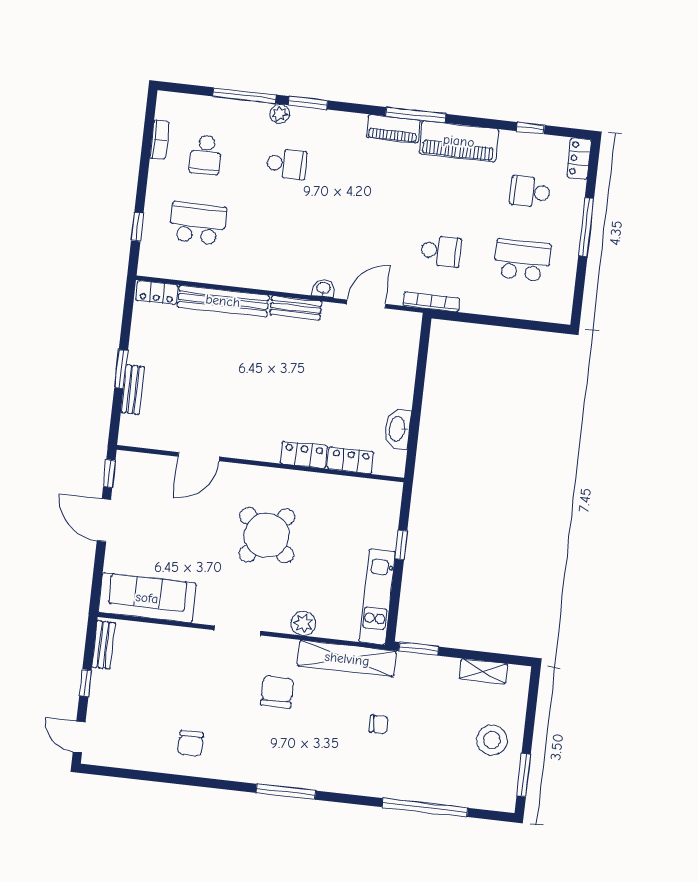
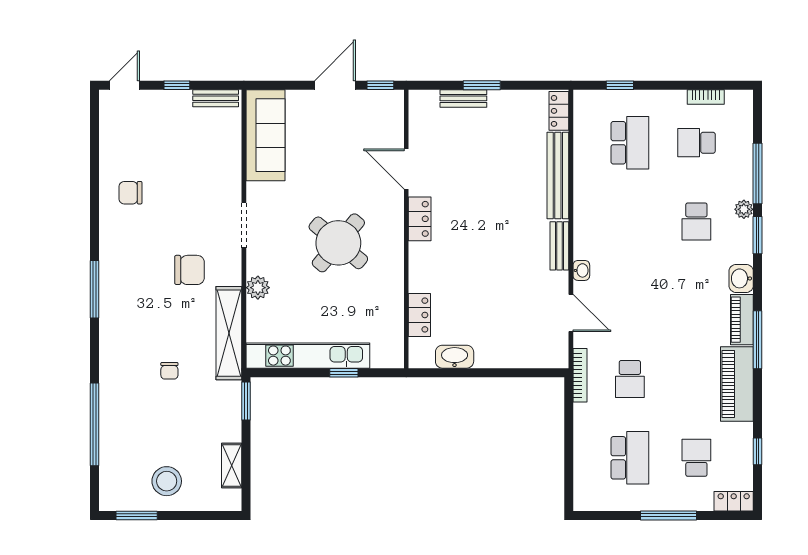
washbasin: (351, 125) -> (741, 278), added
locker: (304, 455) -> (420, 219), moved
kitchen unit: (377, 597) -> (308, 356), width x1.36

